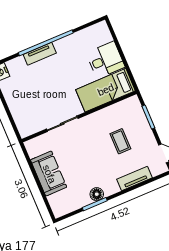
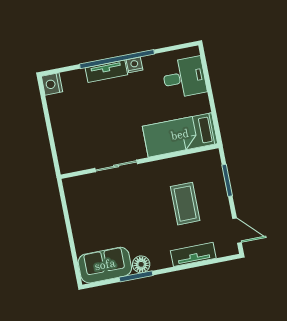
nightstand: (60, 44) -> (134, 65), added
desk: (105, 60) -> (184, 77), moved
coffee table: (120, 141) -> (185, 204), width x1.36, depth x1.30
sofa: (49, 174) -> (105, 265), moved, turned -90

